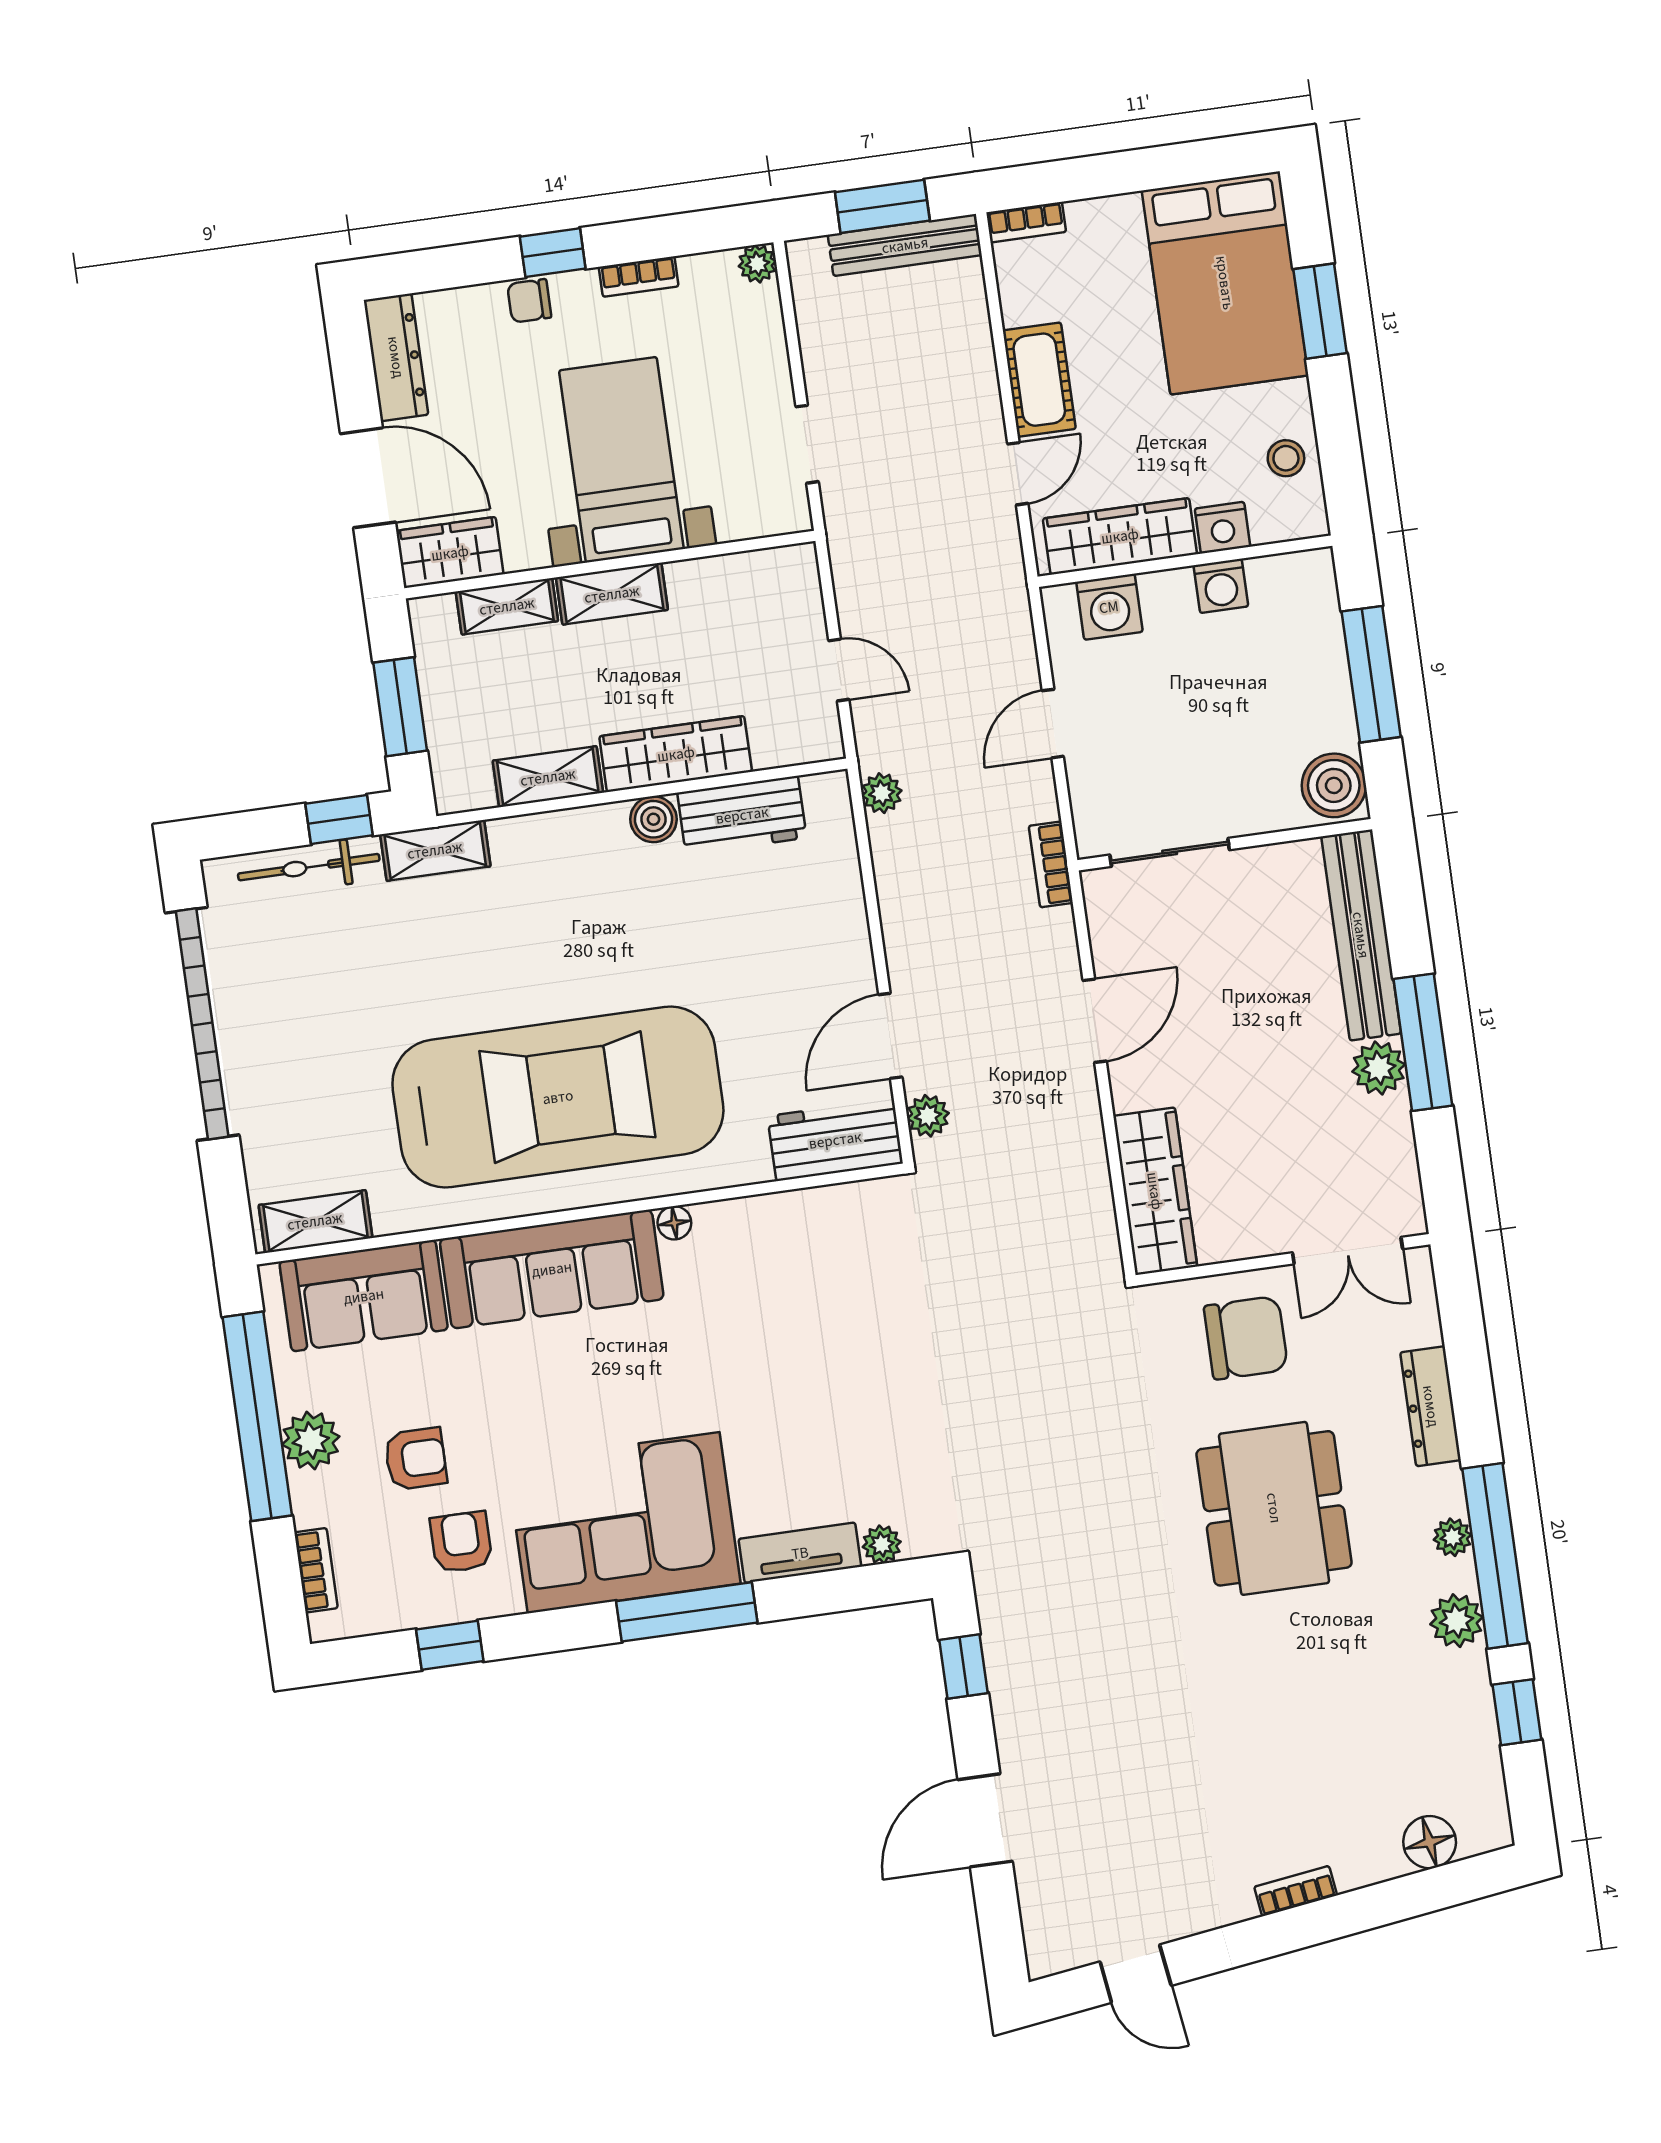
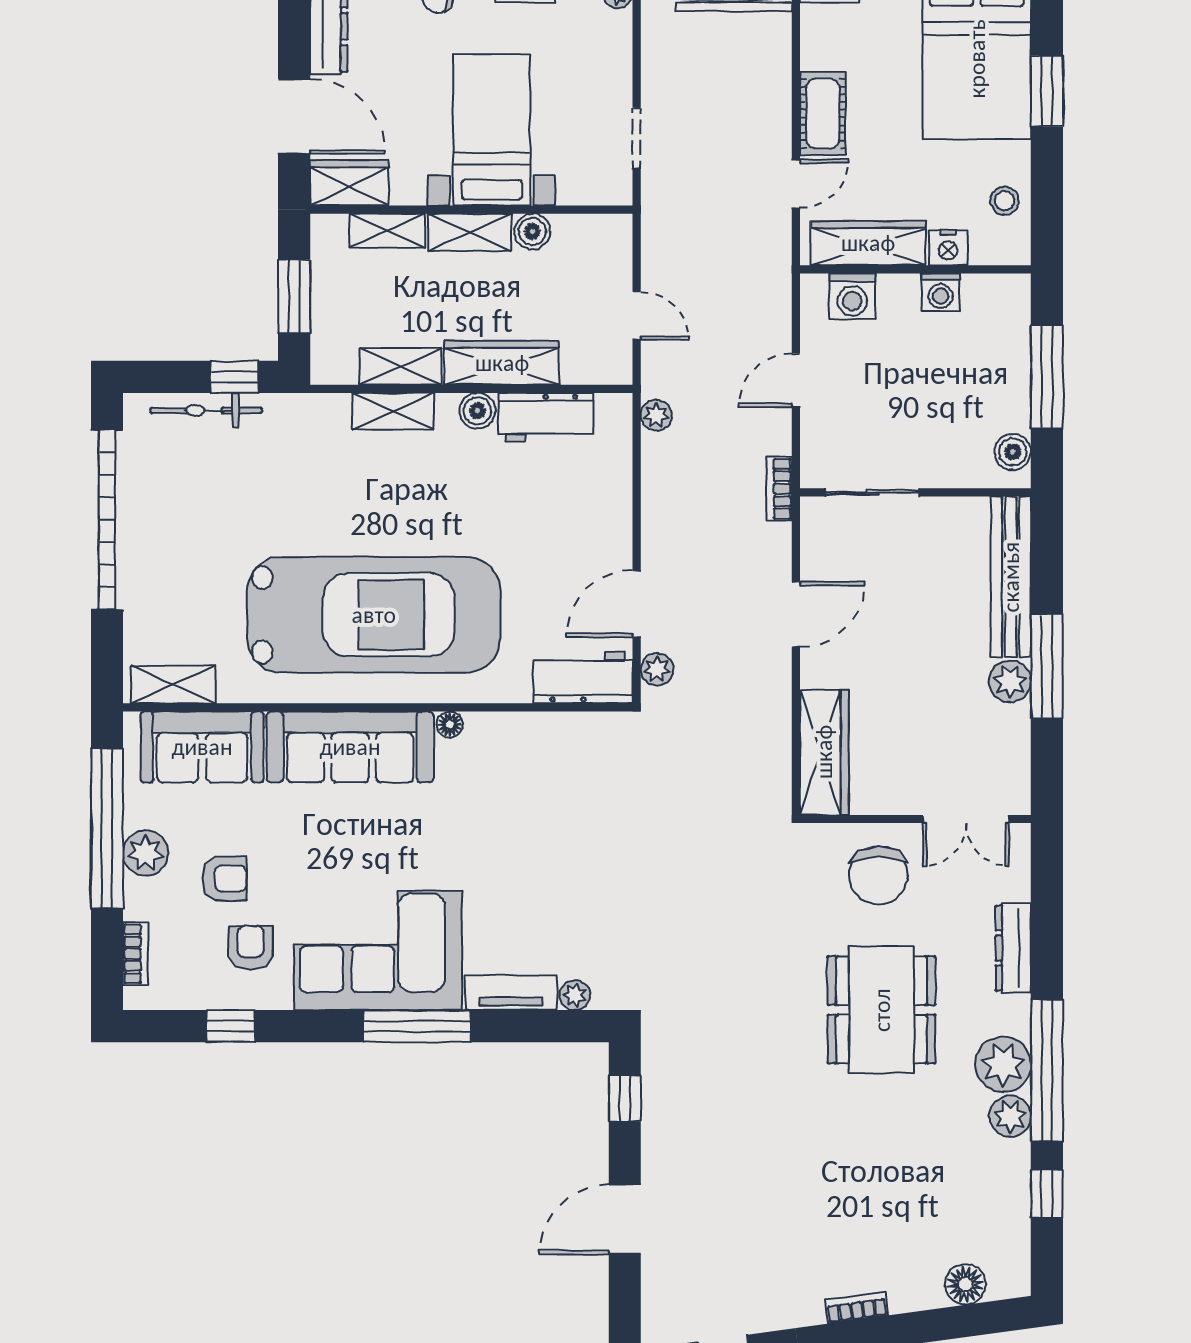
boiler: (691, 582) -> (532, 232), added
boiler: (1334, 785) -> (1013, 452), width x0.73, depth x0.73
shelving: (435, 850) -> (393, 411), moved
chair: (1246, 1338) -> (878, 875), turned 90
plant: (1452, 1537) -> (1003, 1064), width x1.87, depth x1.87

